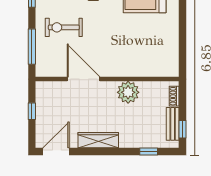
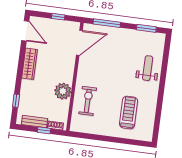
exercise bike: (64, 27) -> (88, 101), moved
door: (84, 79) -> (79, 43), moved
window: (182, 129) -> (44, 130), moved

